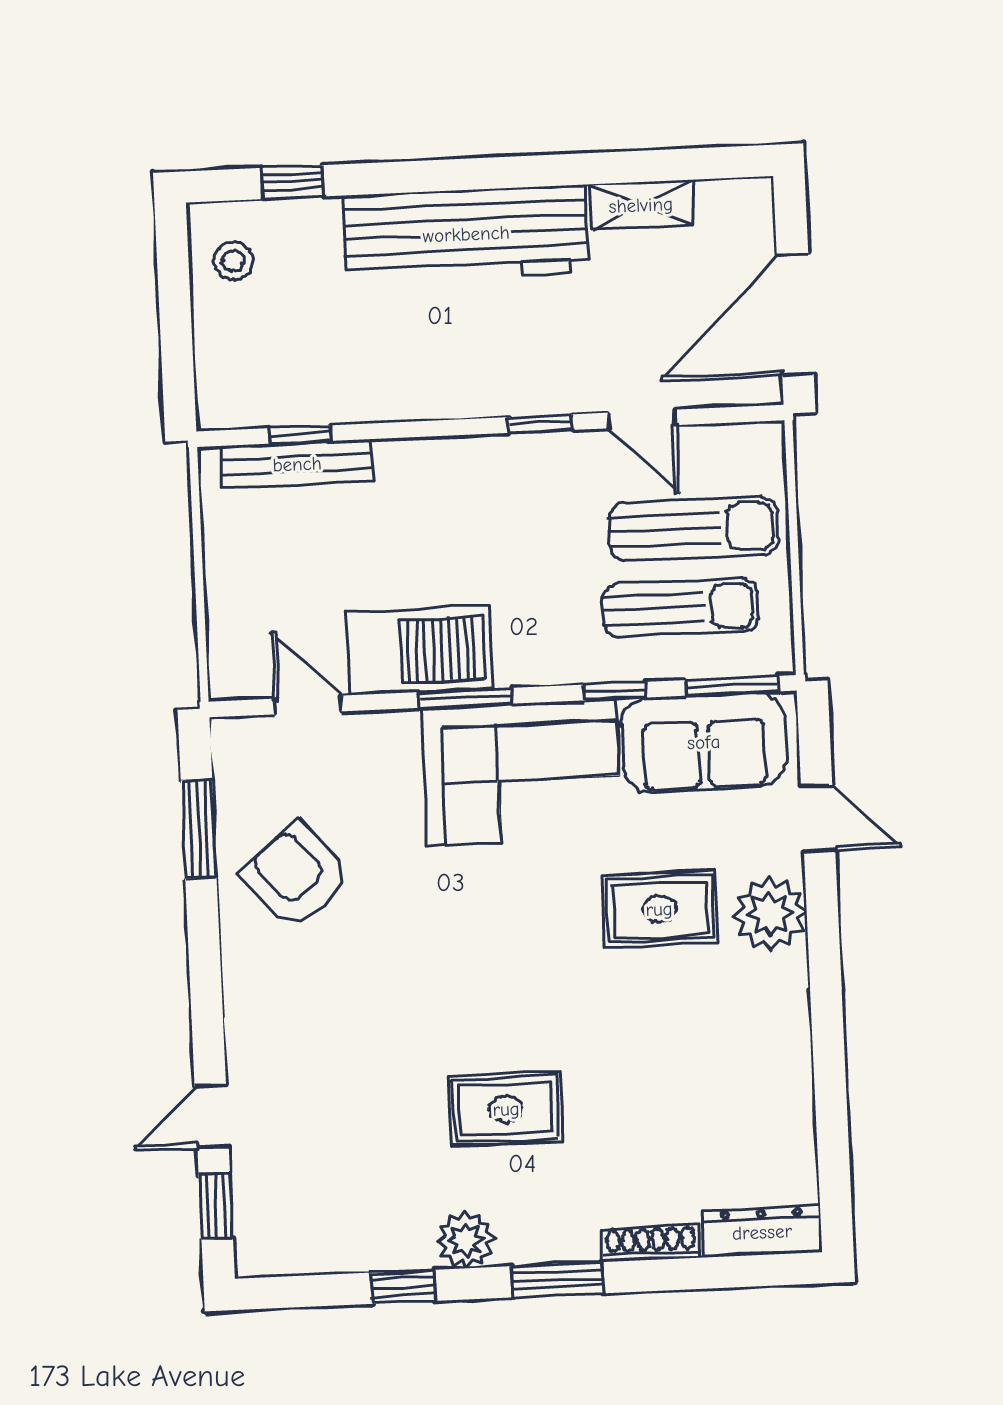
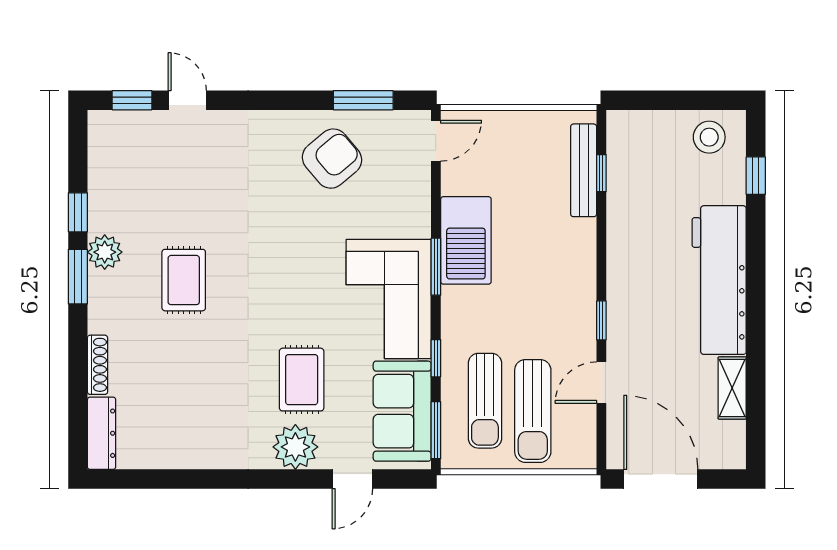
stool: (233, 261) -> (709, 137), width x1.37, depth x1.37
door: (308, 705) -> (436, 141), moved
window: (557, 1280) -> (78, 277), moved

